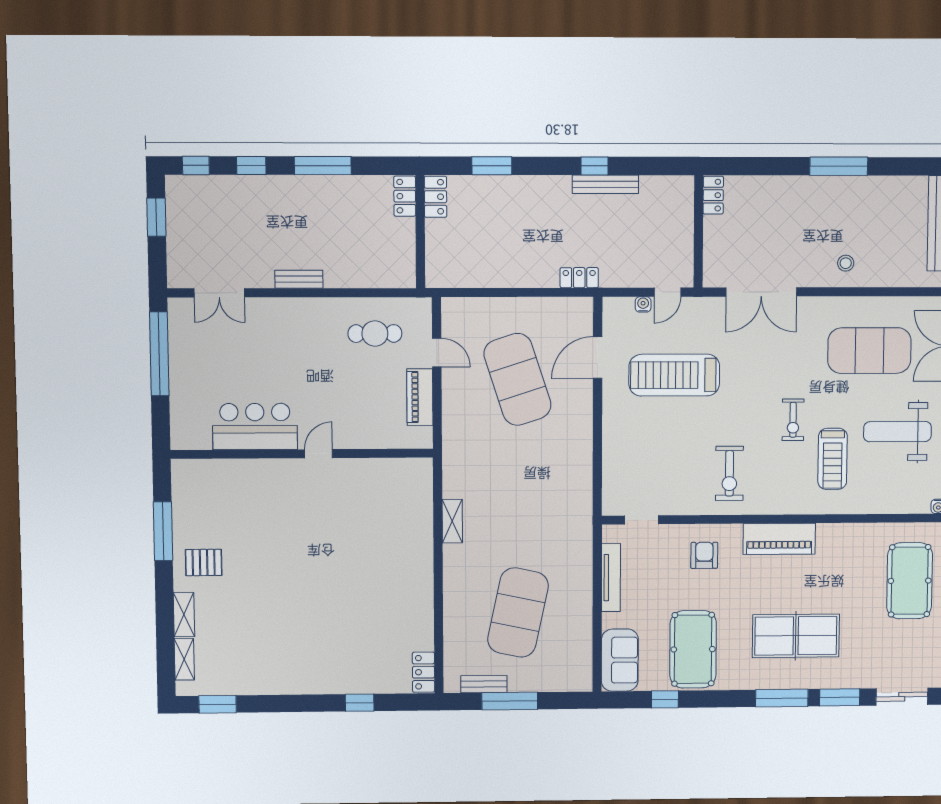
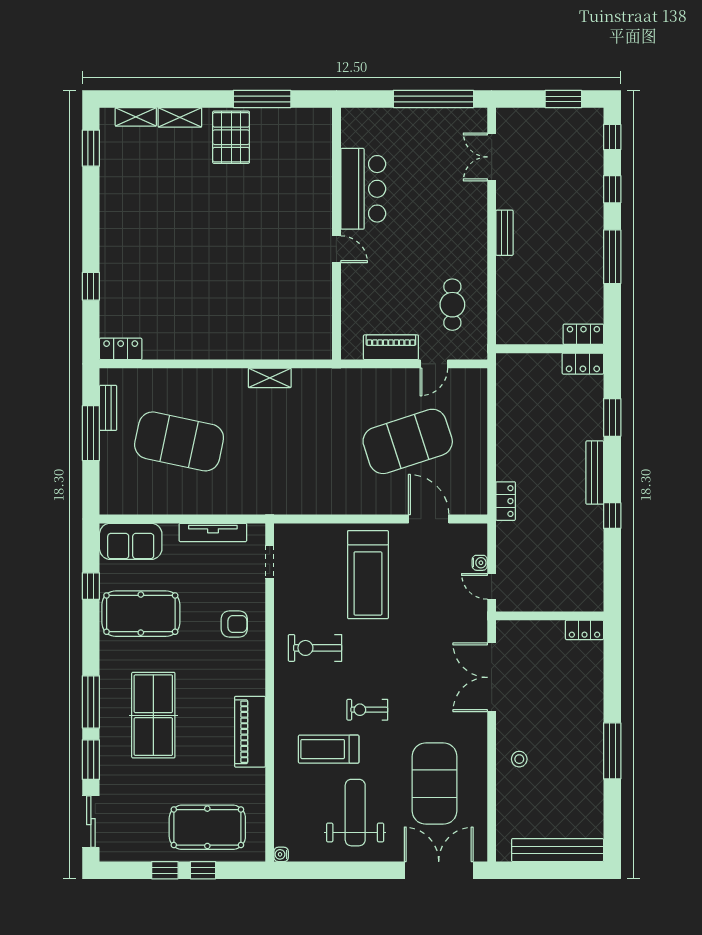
bench: (605, 184) -> (595, 473), moved
treadmill: (674, 375) -> (368, 575), moved, turned 180
piano: (779, 539) -> (250, 732), moved
pallet: (204, 562) -> (231, 137), width x1.50, depth x1.42

